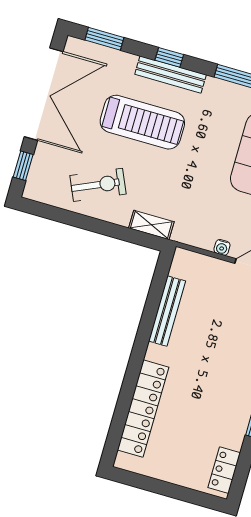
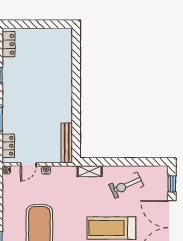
bench: (167, 311) -> (67, 143), moved
locker: (143, 409) -> (64, 66), removed

